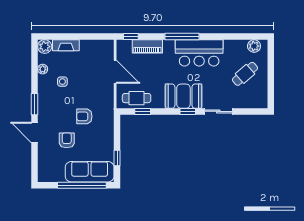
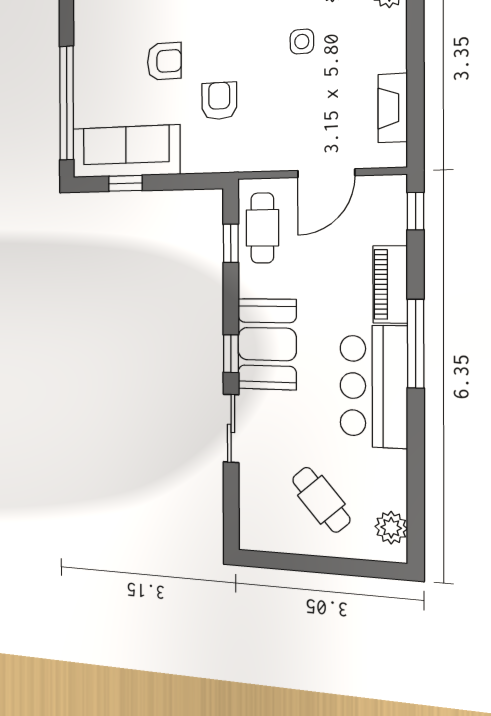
fireplace: (66, 45) -> (393, 108), moved
piano: (147, 46) -> (390, 284), moved
sofa: (90, 172) -> (126, 151), moved, turned -90

